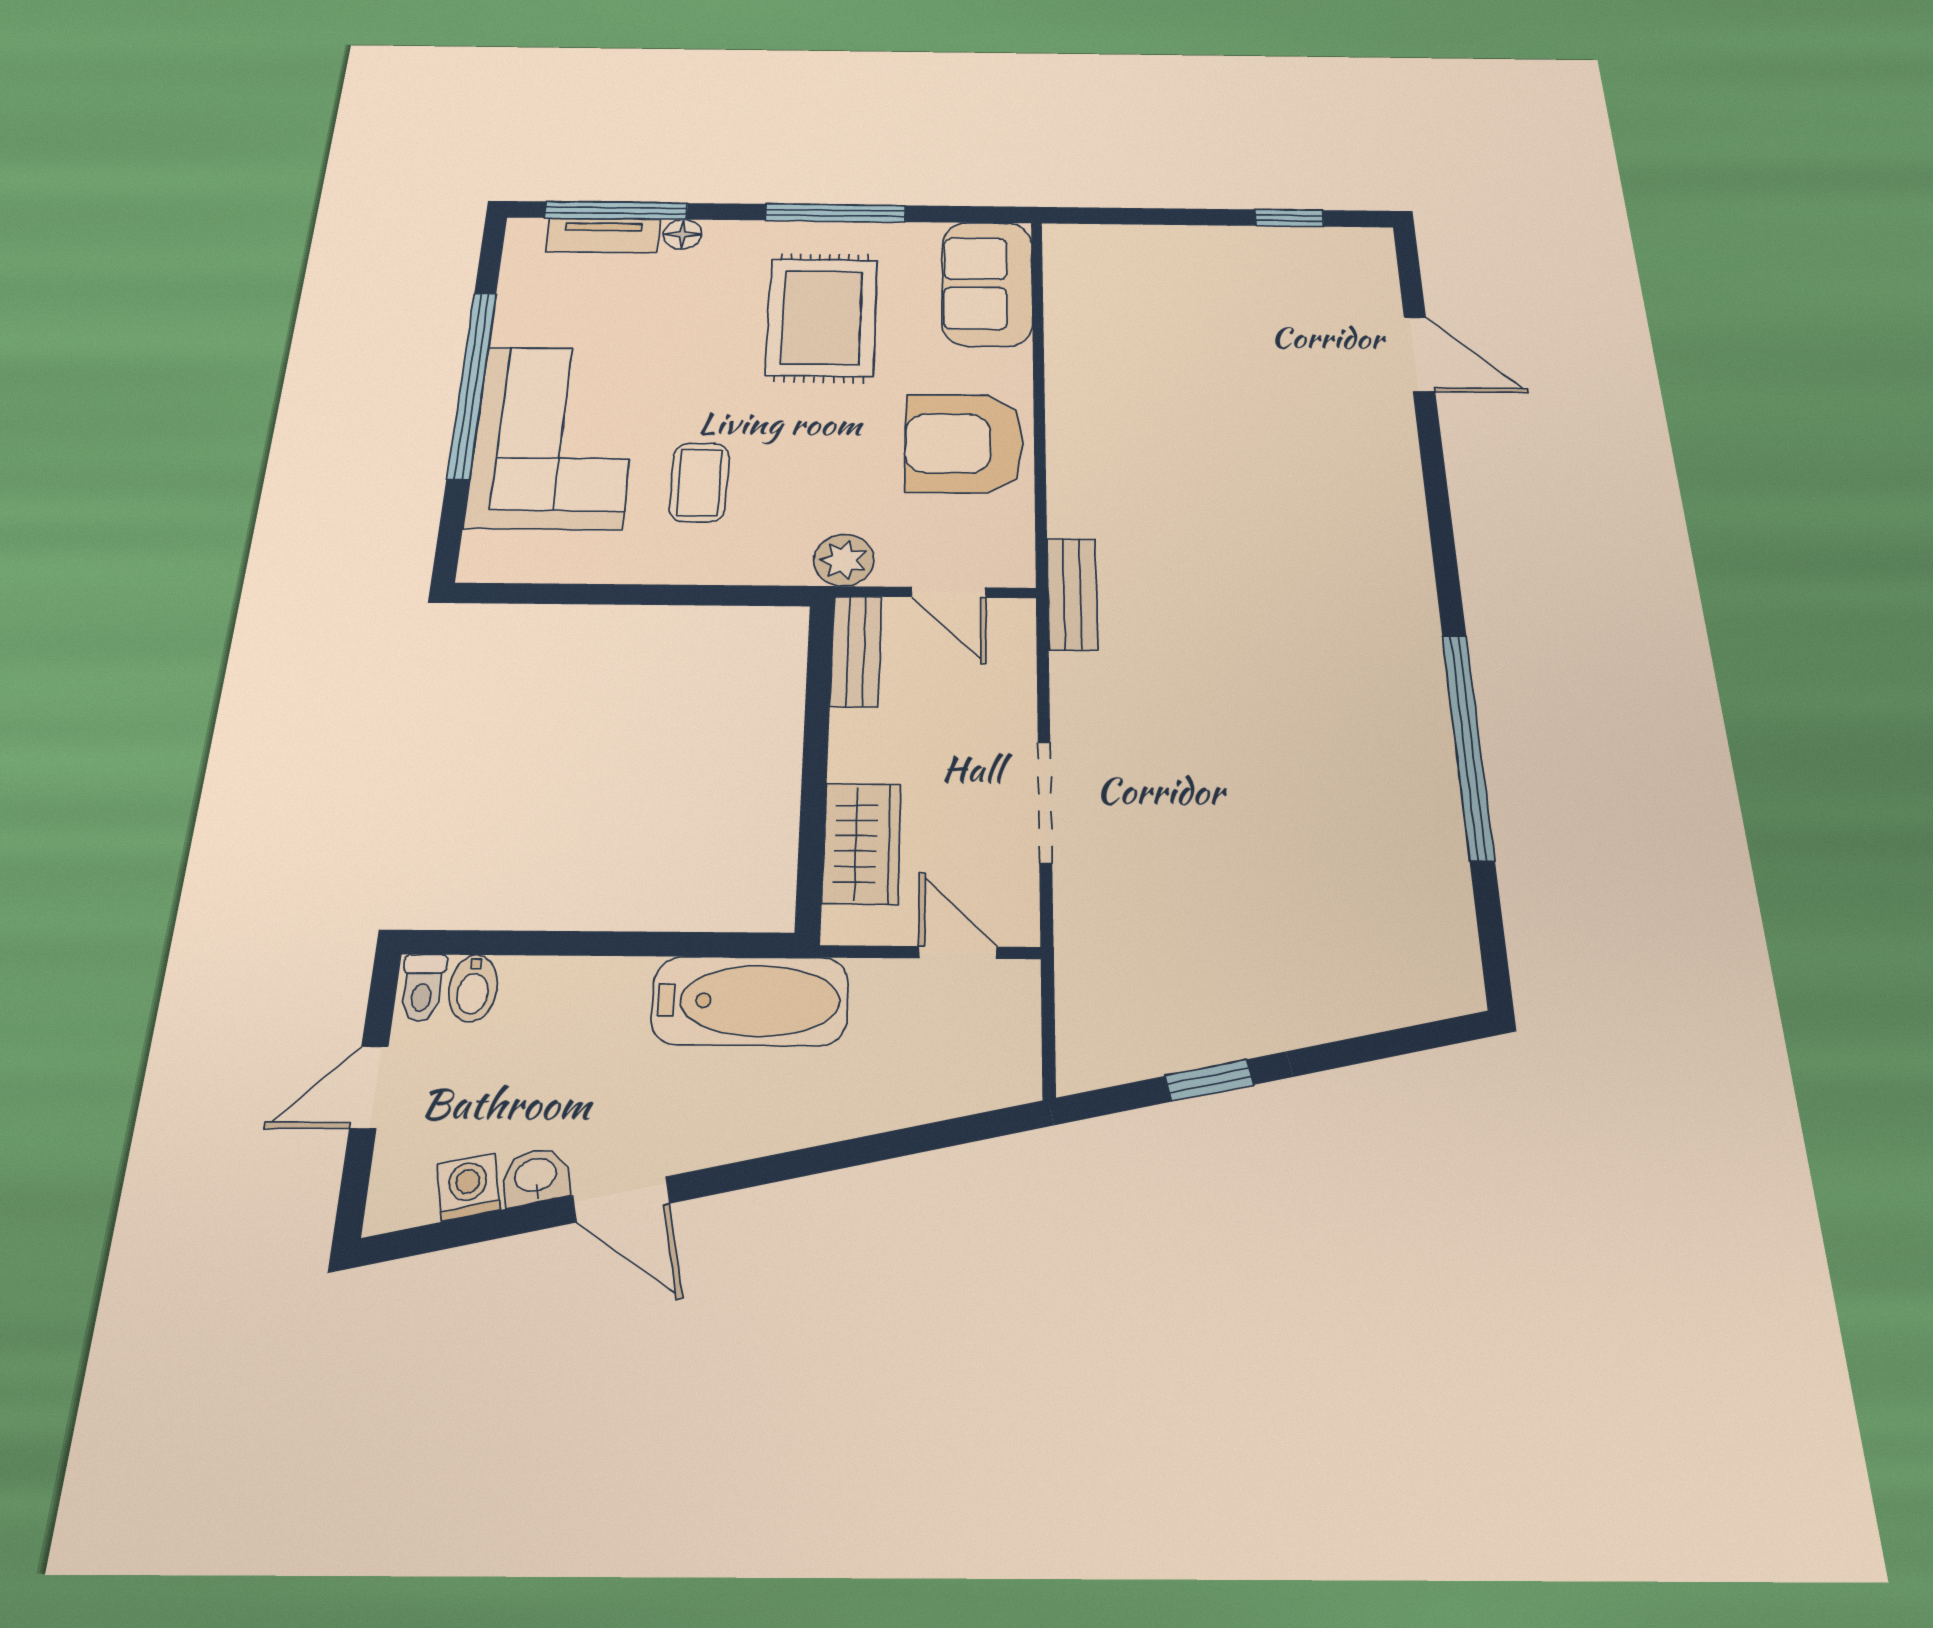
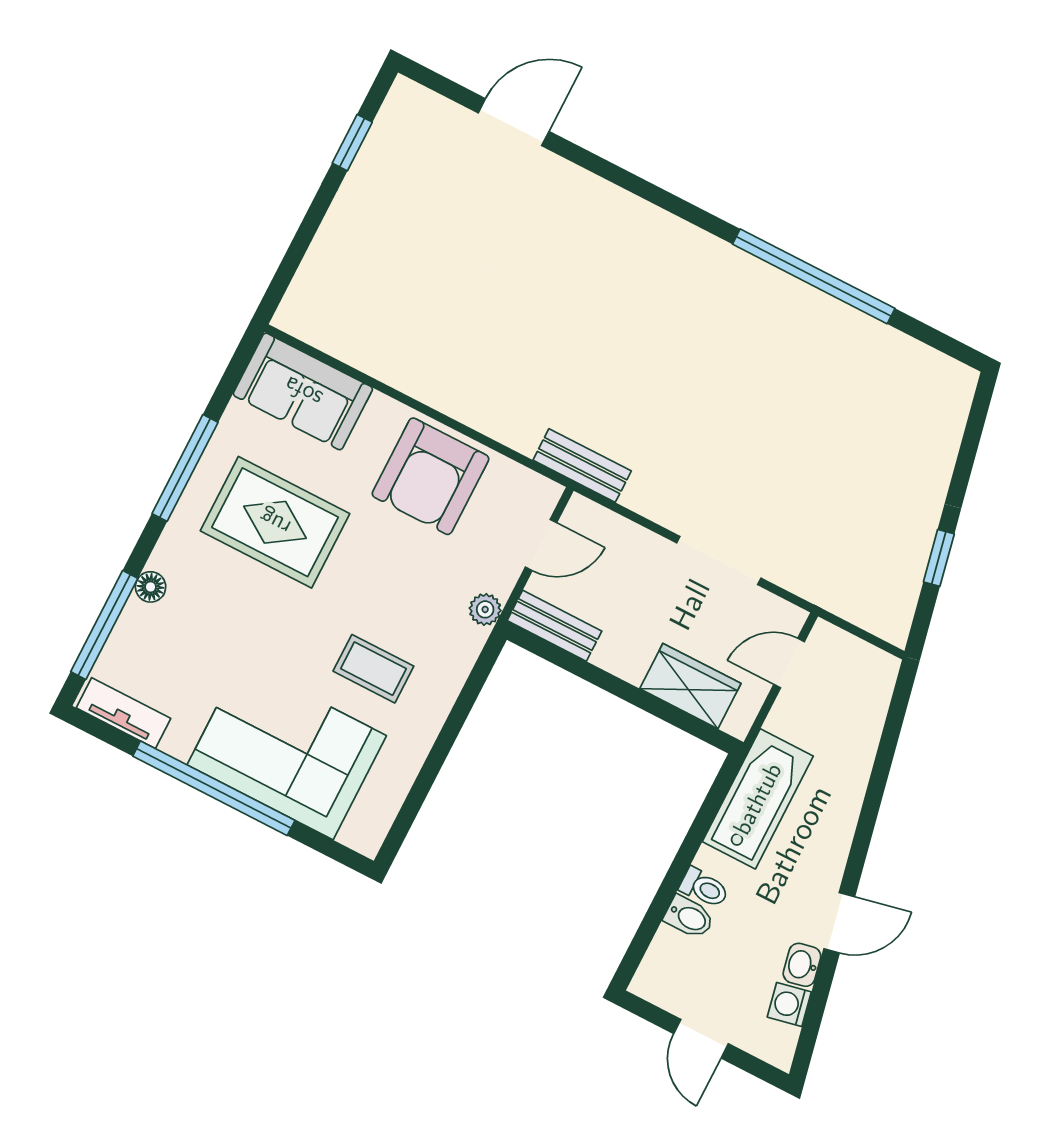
tv unit: (603, 235) -> (123, 713), moved, turned -90
plant: (844, 560) -> (485, 609), width x0.73, depth x0.73
toilet: (422, 988) -> (704, 888), moved
bidet: (473, 988) -> (689, 917), moved

